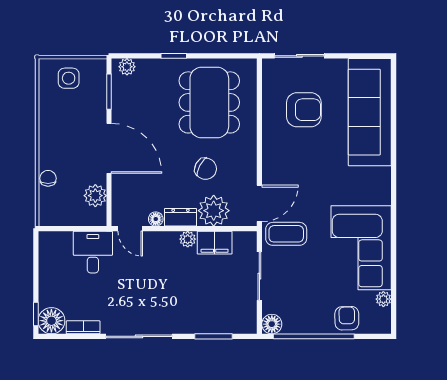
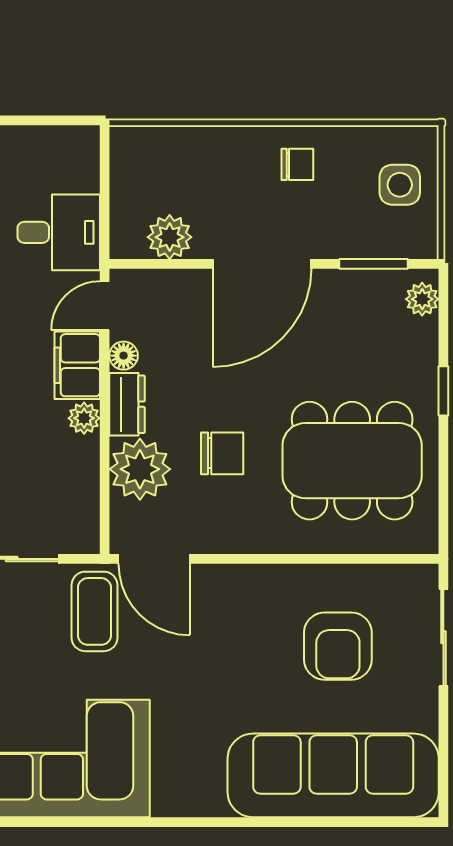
chair: (206, 169) -> (222, 453), turned -118
chair: (48, 178) -> (297, 164), moved
filing cabinet: (215, 243) -> (77, 365), moved

